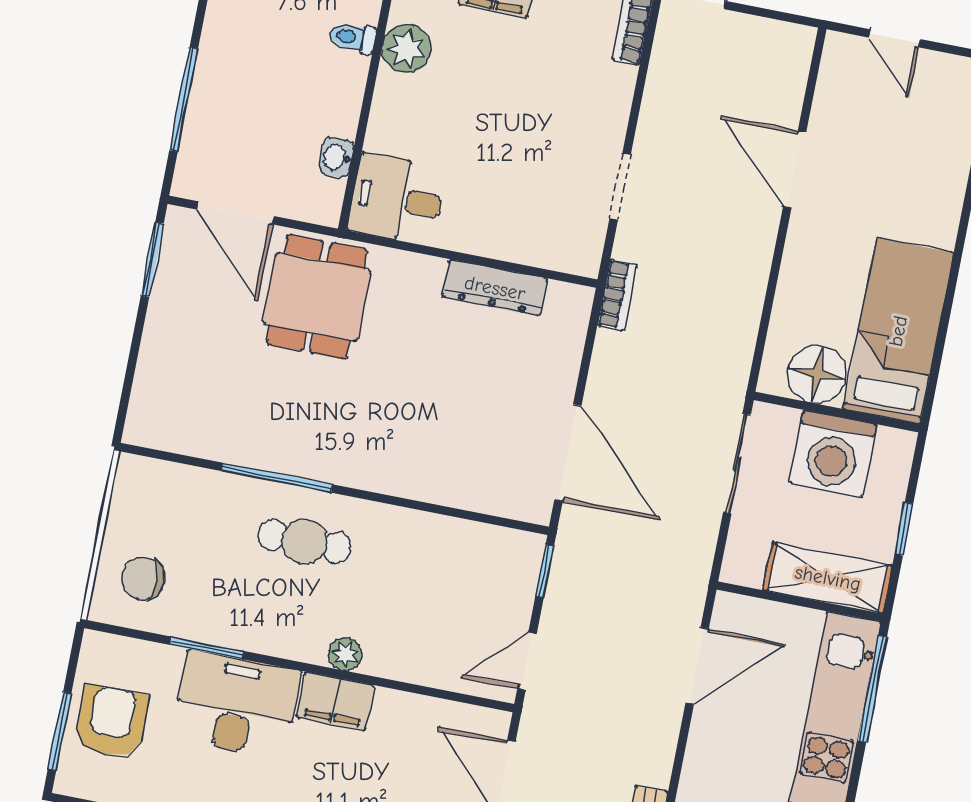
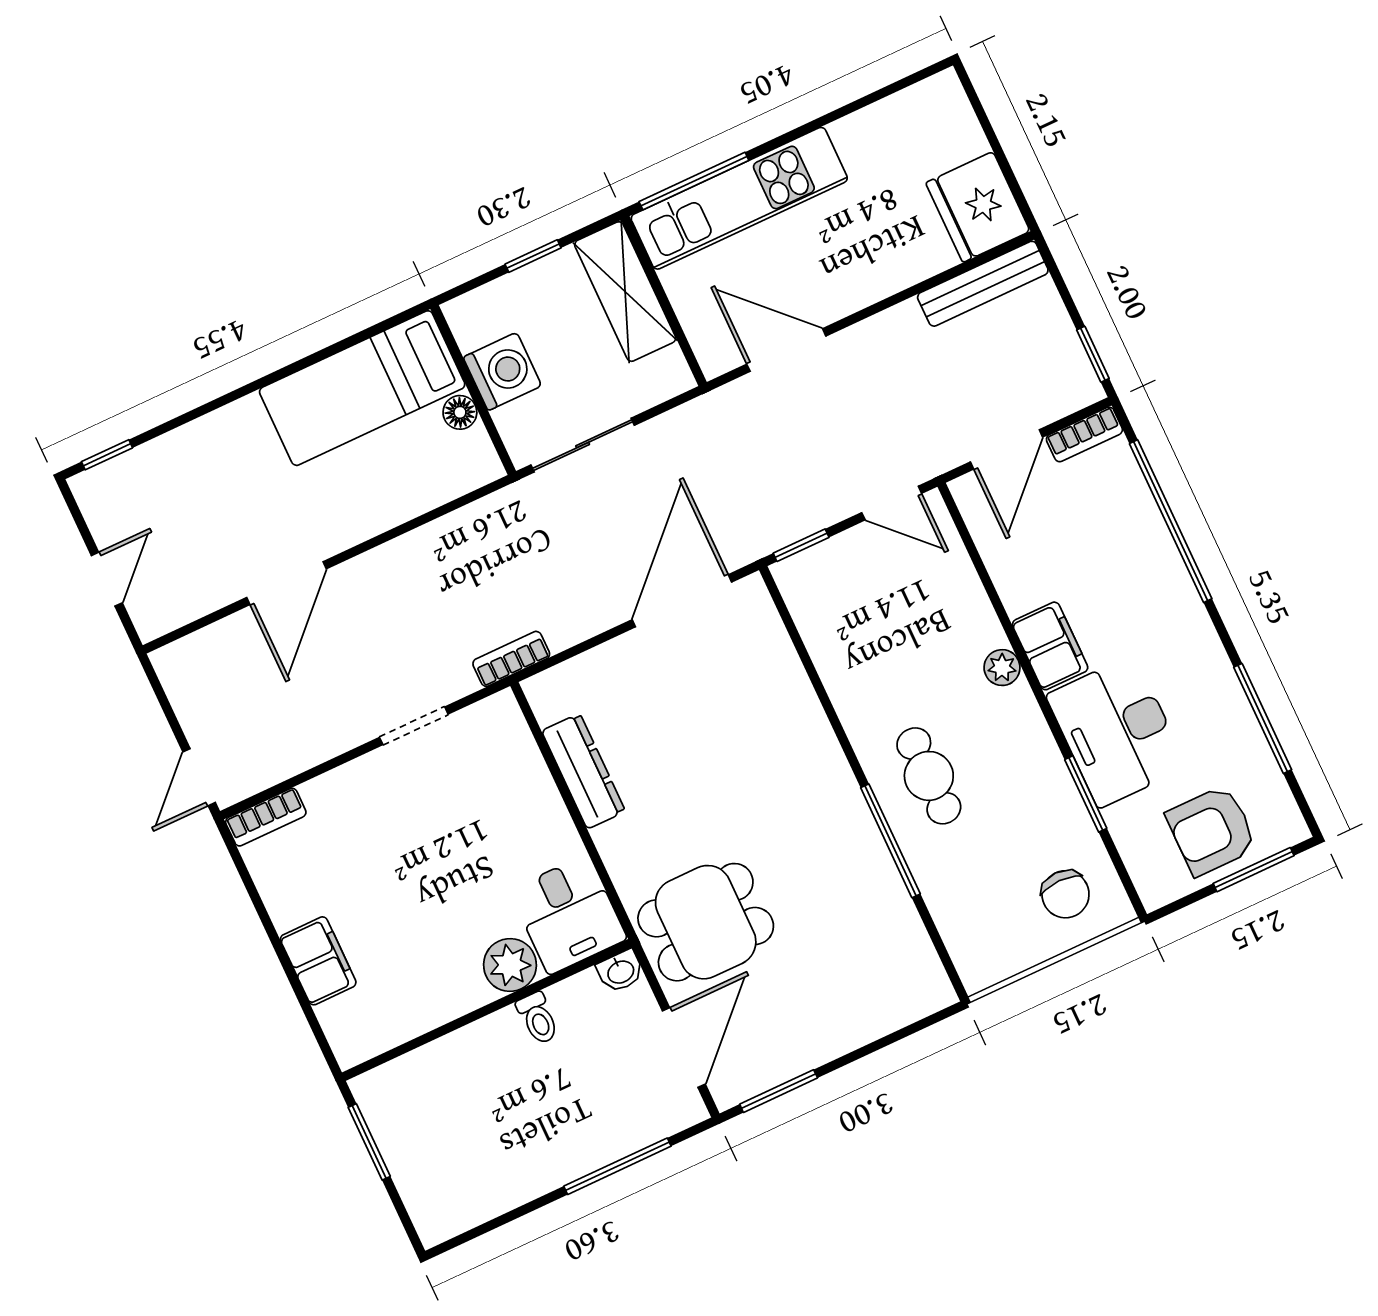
toilet: (353, 37) -> (538, 1018), moved
plant: (407, 49) -> (510, 965), moved
washbasin: (336, 157) -> (620, 971), moved
floor lamp: (817, 374) -> (460, 412), width x0.53, depth x0.53
washing machine: (833, 454) -> (502, 371), width x0.73, depth x0.73

